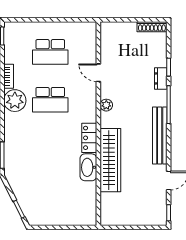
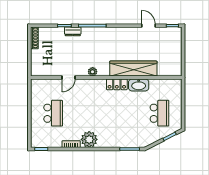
school desk: (50, 100) -> (159, 113), moved
bench: (160, 136) -> (115, 32), removed

